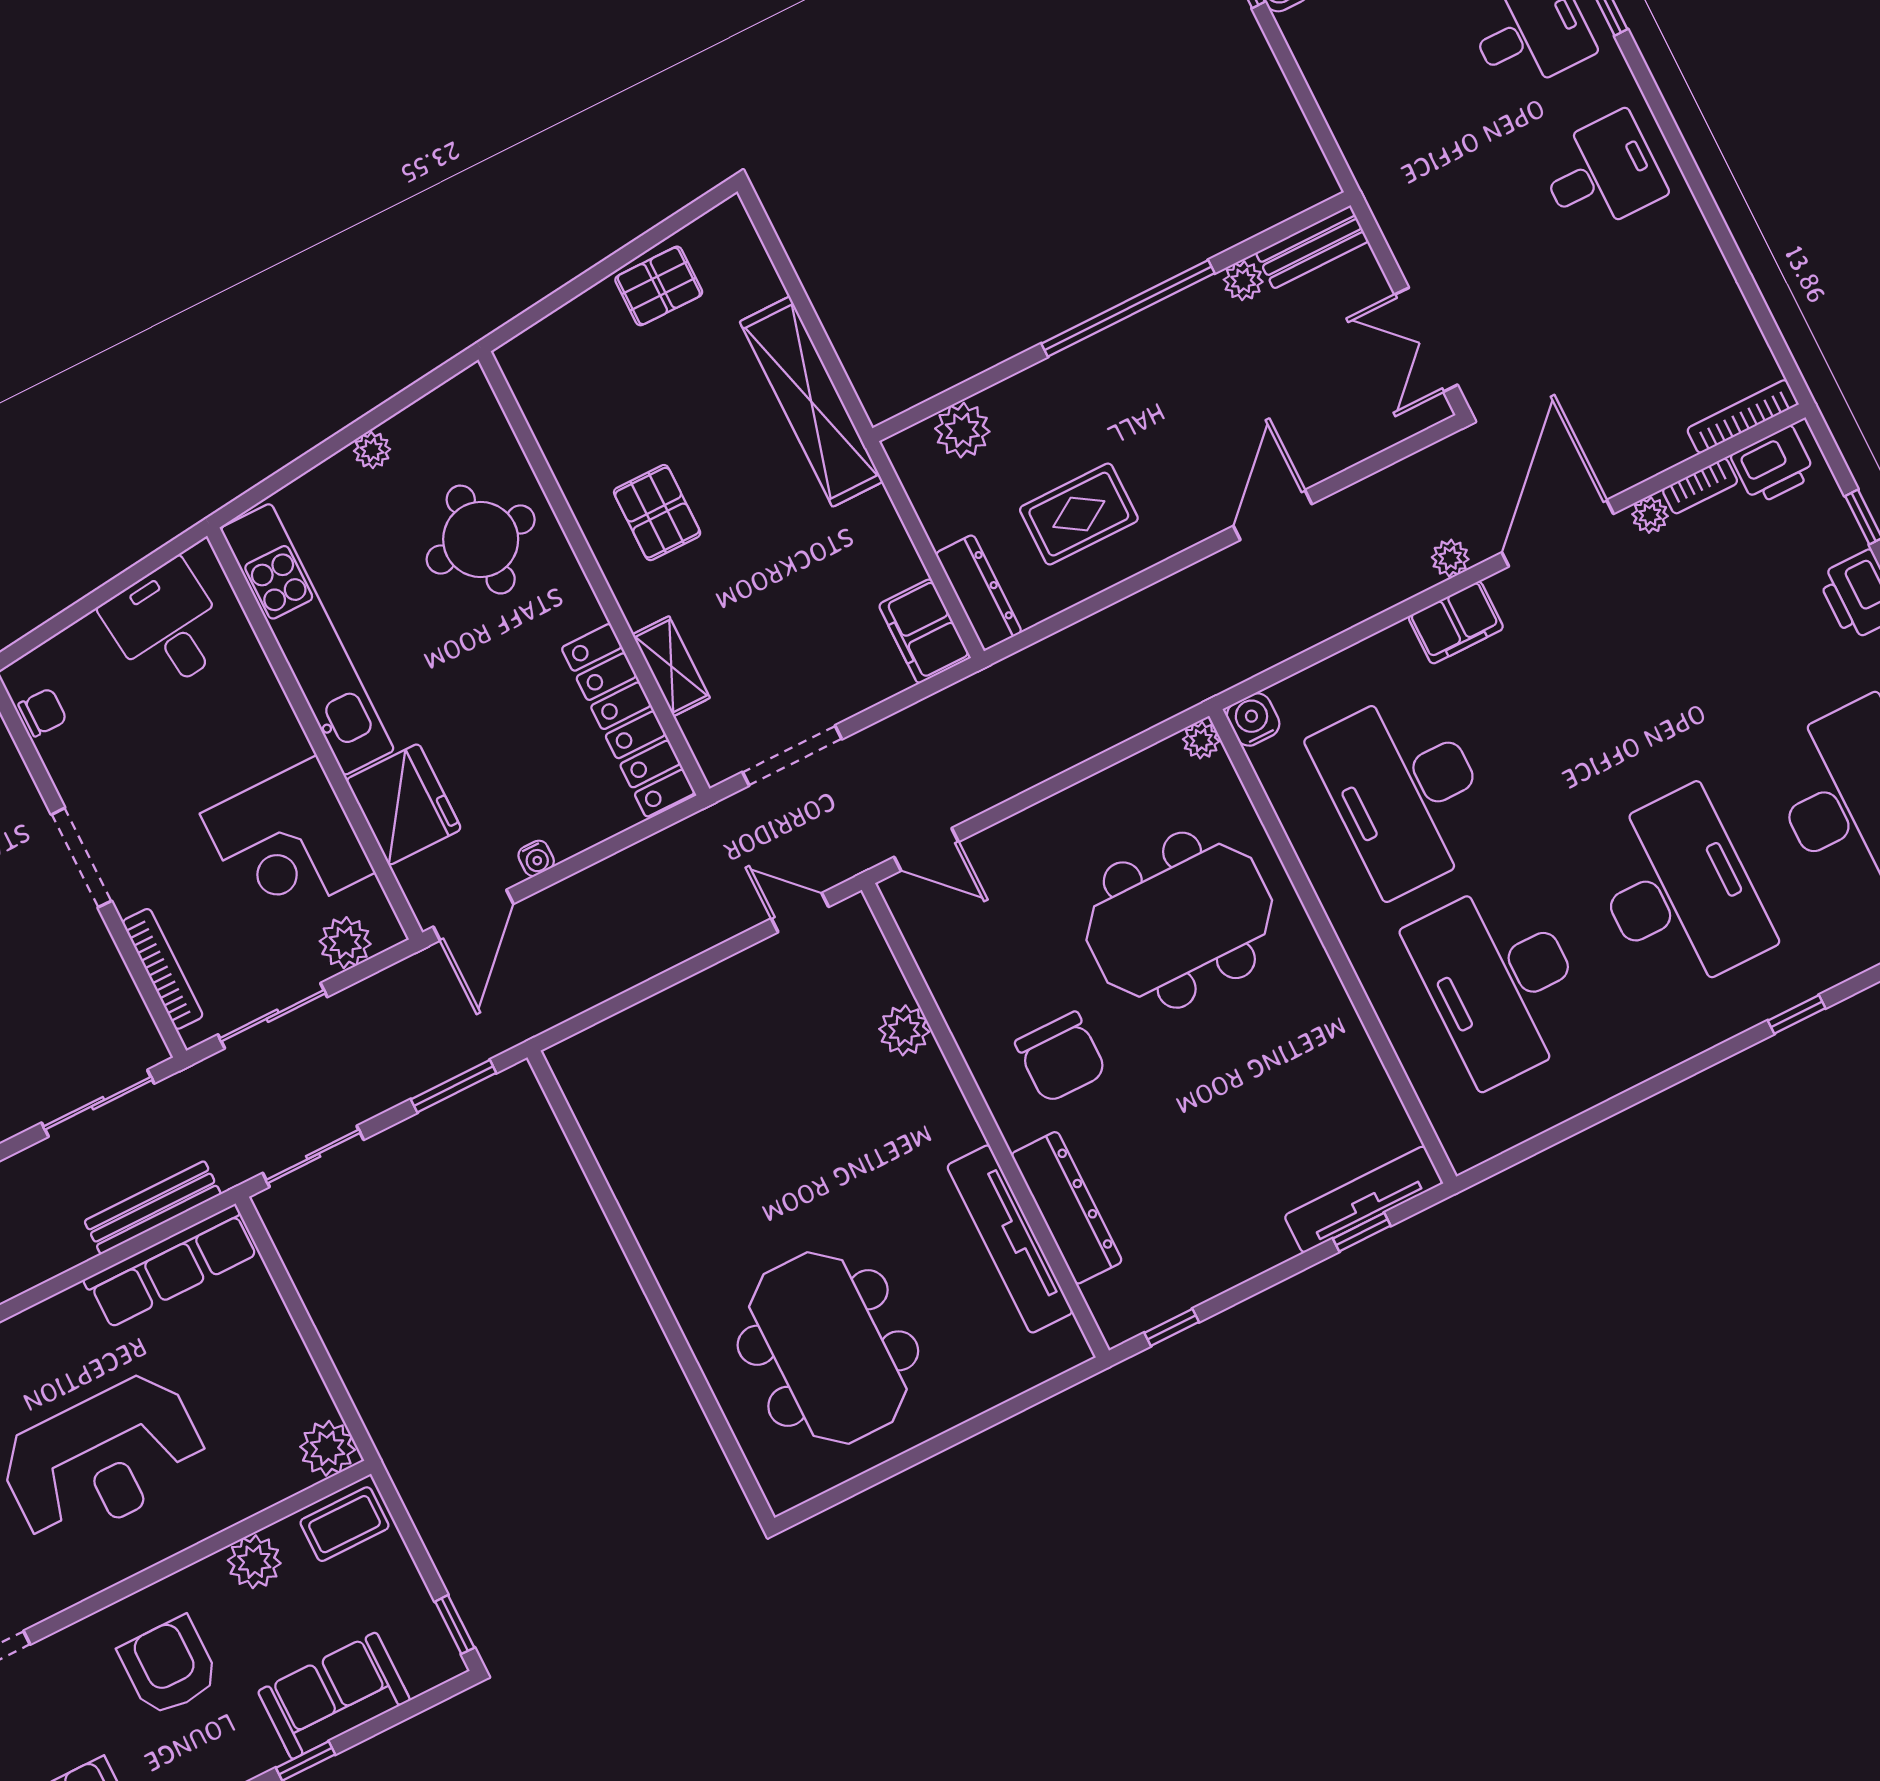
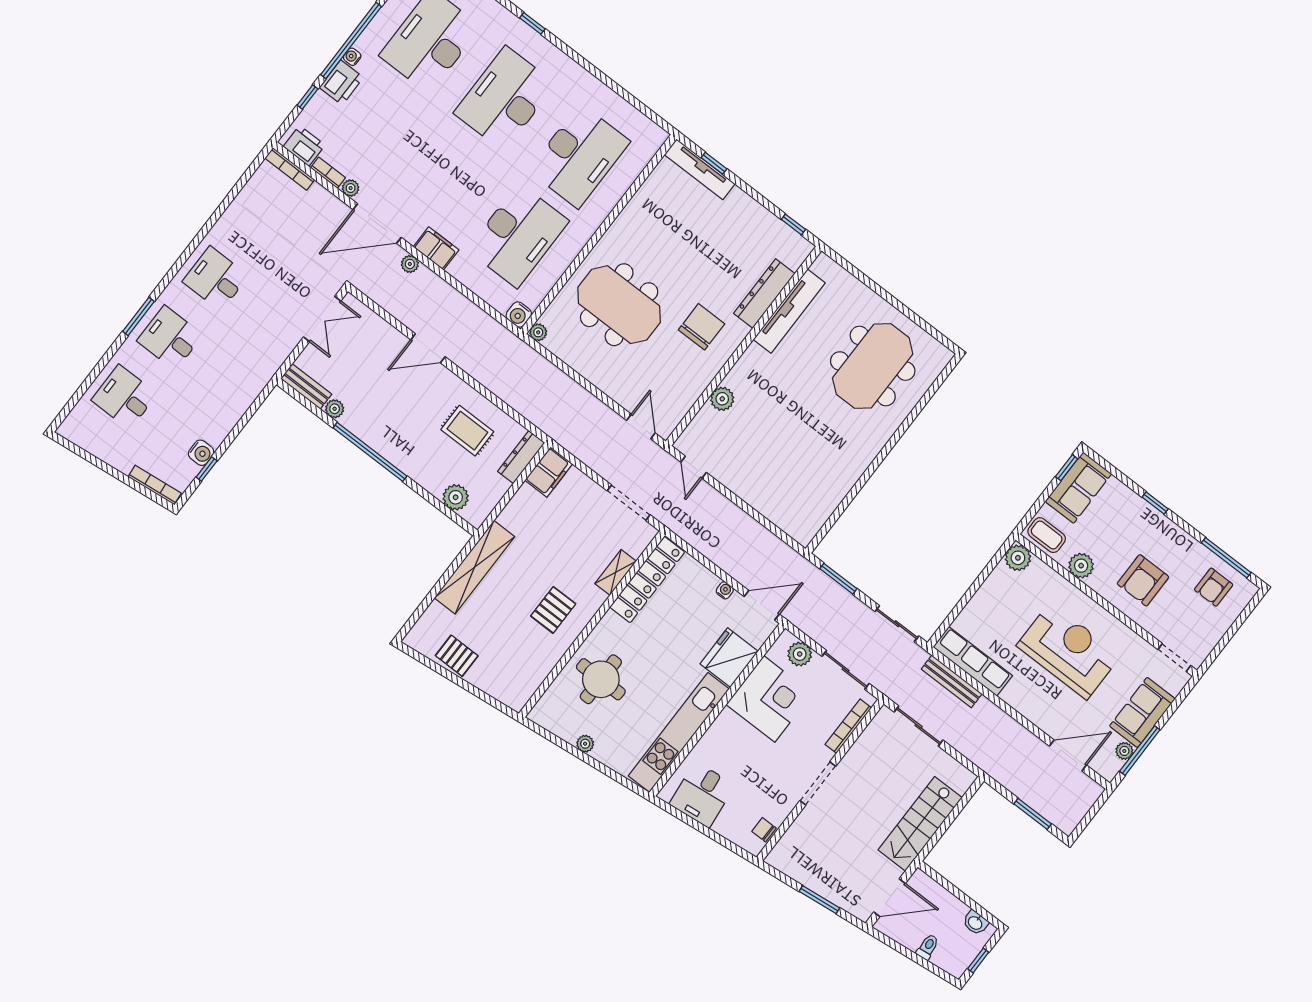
sofa: (334, 1696) -> (1078, 488), moved, turned -90

